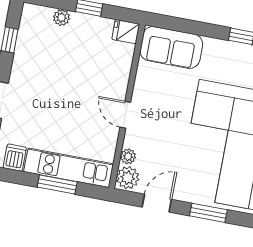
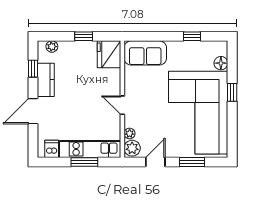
plant: (61, 18) -> (52, 47), moved
fridge: (126, 32) -> (109, 54), width x1.88, depth x1.34
kitchen counter: (25, 59) -> (46, 80), added

